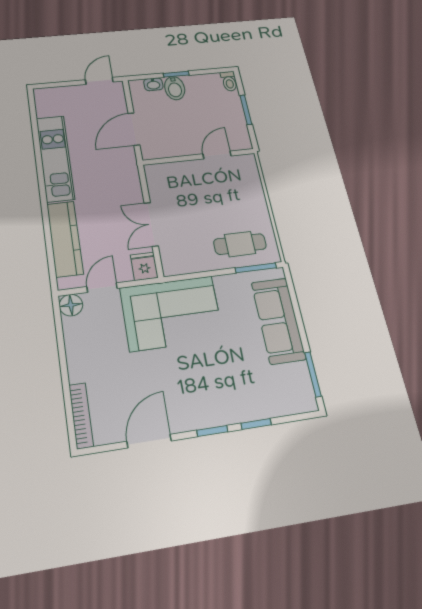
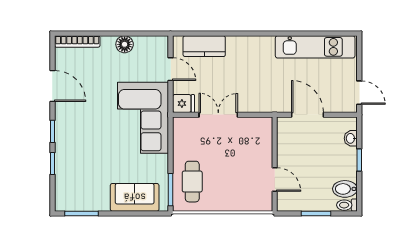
bidet: (175, 88) -> (345, 189), moved
kitchen unit: (55, 158) -> (315, 47), moved
kitchen counter: (65, 239) -> (204, 46), width x0.67
floor lamp: (71, 305) -> (125, 44), moved
sofa: (278, 321) -> (135, 197), width x0.73

